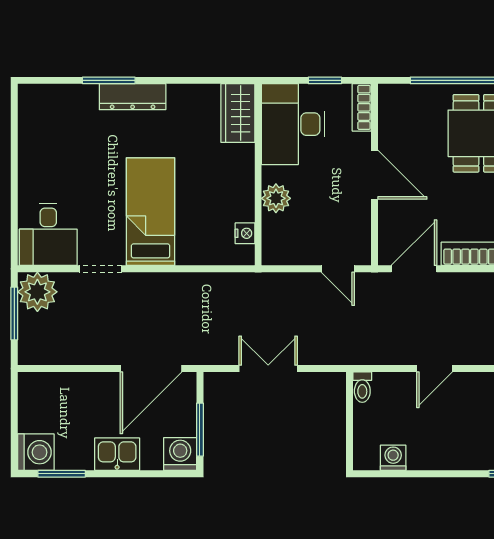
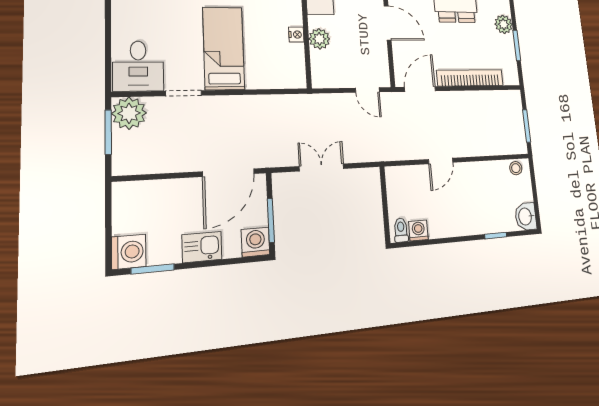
nightstand: (245, 233) -> (296, 35), moved
toilet: (362, 387) -> (401, 230), moved, turned 180

